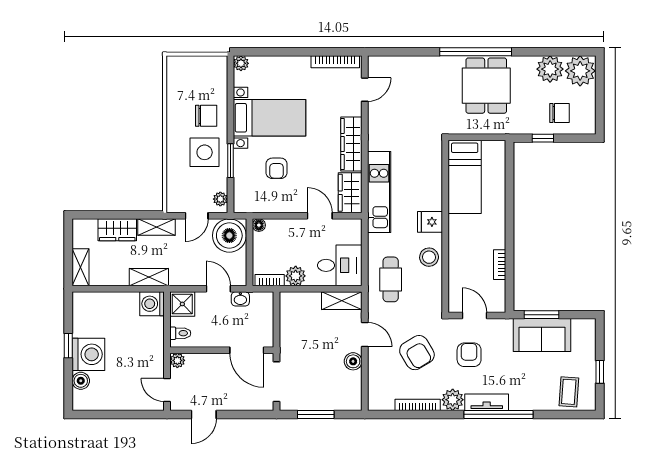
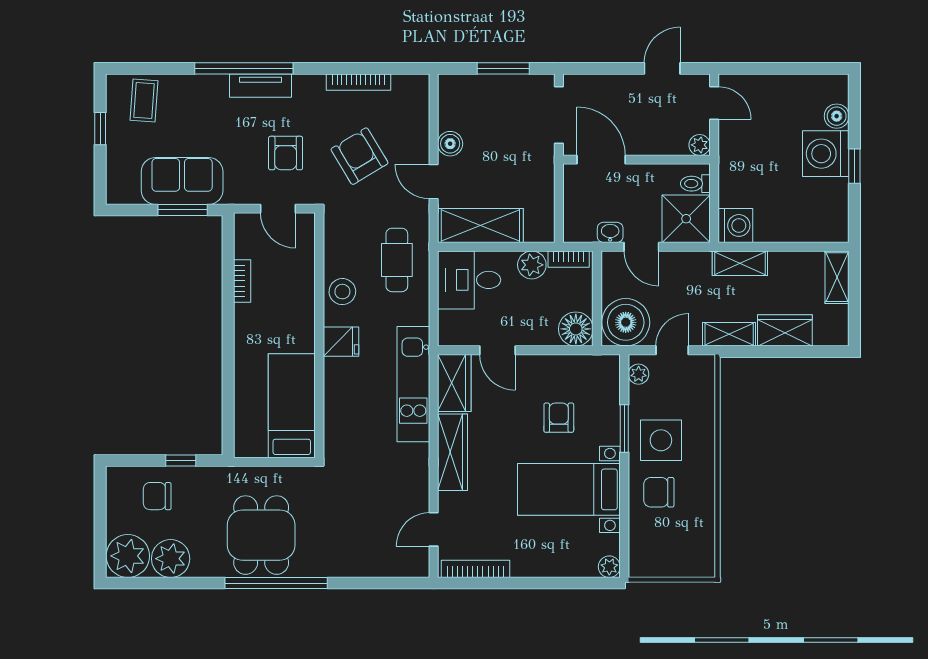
floor lamp: (259, 225) -> (576, 329), width x1.89, depth x1.89
shelving: (342, 301) -> (480, 226), width x1.50, depth x1.33
shower: (182, 304) -> (686, 219), width x1.36, depth x1.36
plant: (453, 400) -> (309, 89), removed

